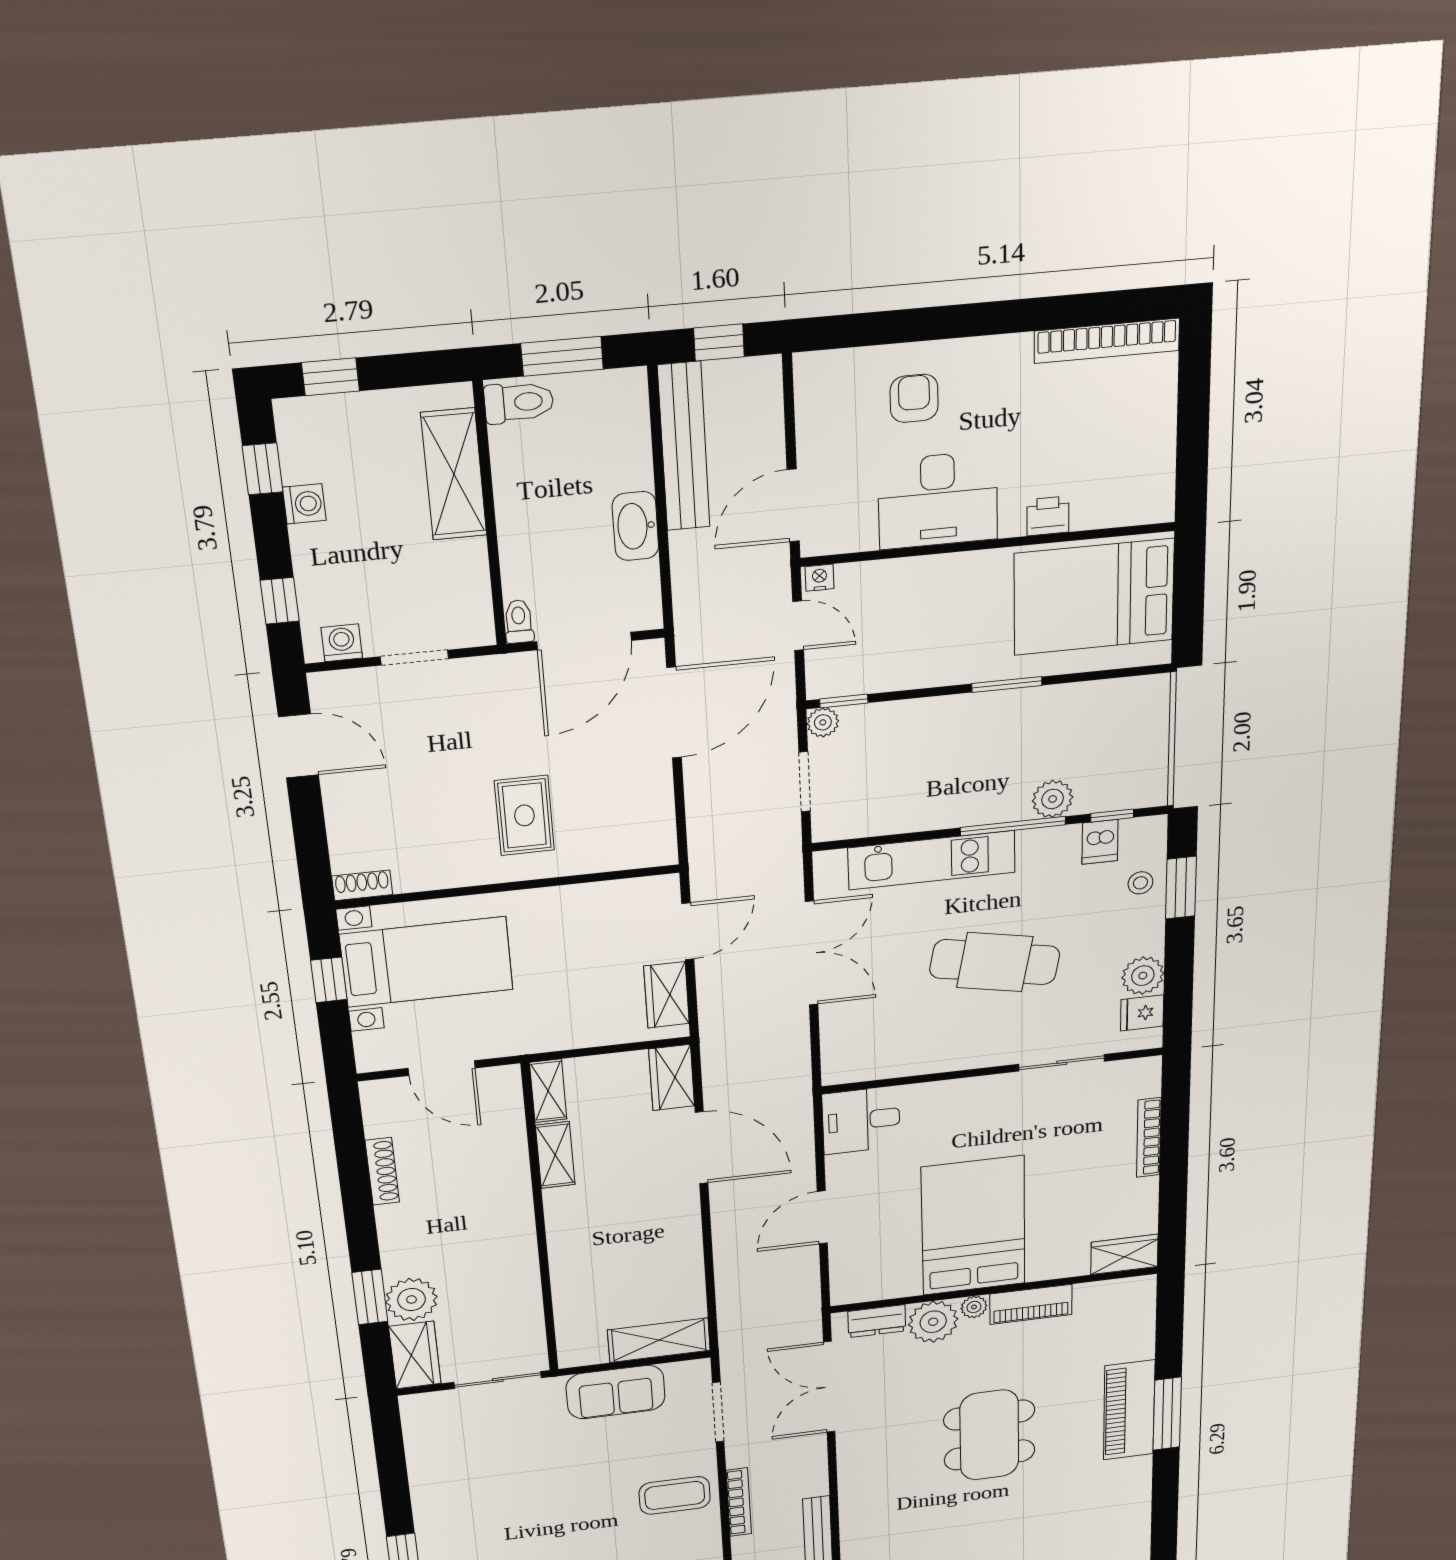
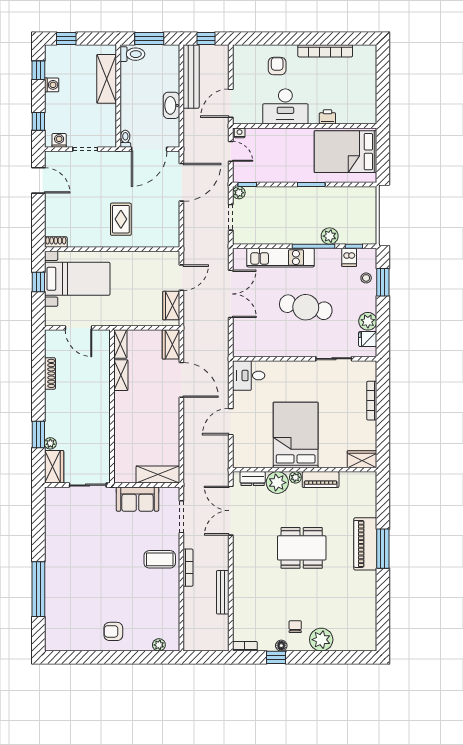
bookcase: (1107, 341) -> (325, 51), moved
plant: (412, 1300) -> (50, 443), width x0.53, depth x0.53
dining table: (989, 1435) -> (302, 548), turned 90

